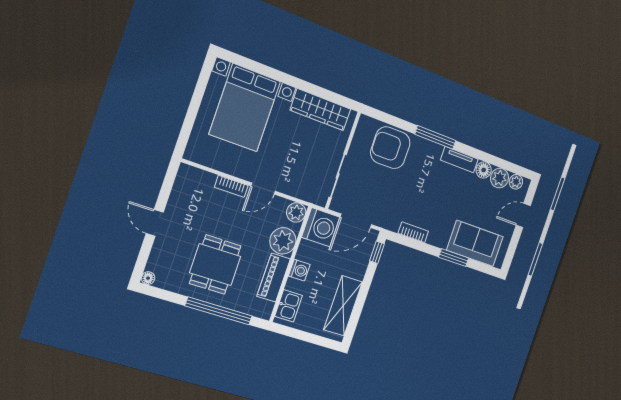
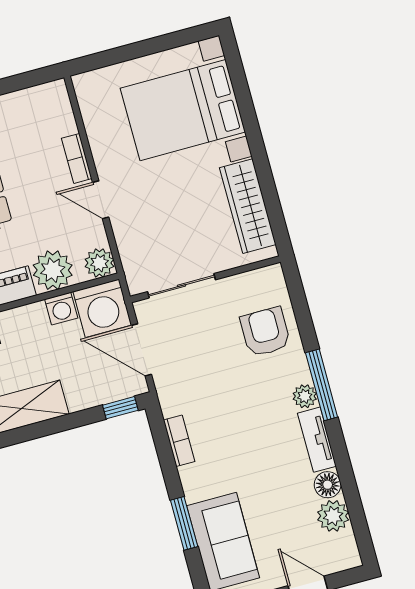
armchair: (390, 148) -> (265, 332), width x0.73, depth x0.73
plant: (516, 182) -> (305, 396), moved
washing machine: (299, 270) -> (61, 309), moved

